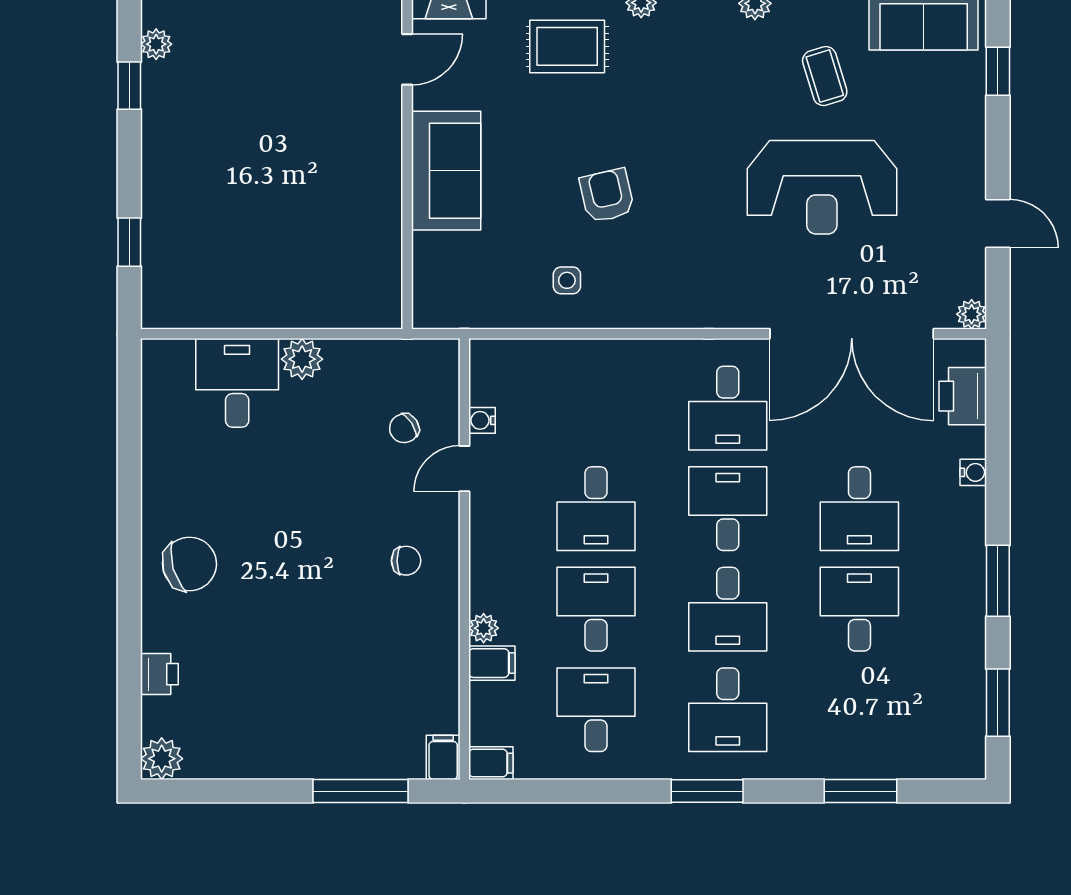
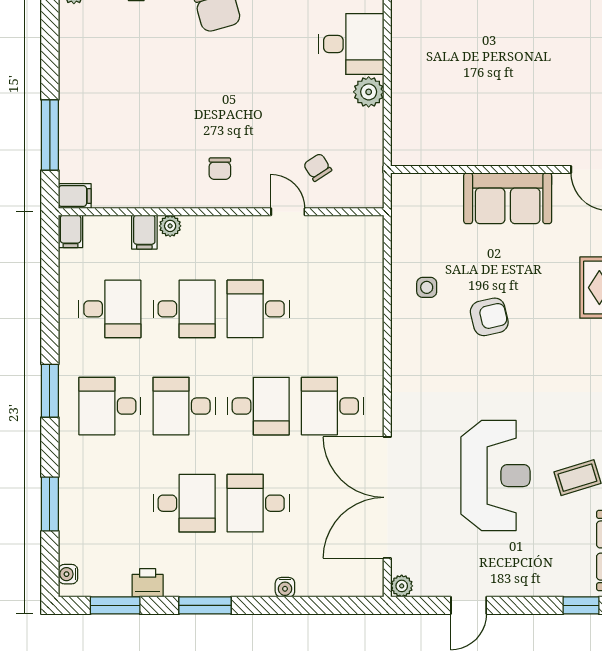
reception desk: (822, 187) -> (495, 476), turned 180
printer: (963, 396) -> (148, 583), moved, width x0.73, depth x0.81
water cooler: (482, 420) -> (68, 574), moved, turned -90

